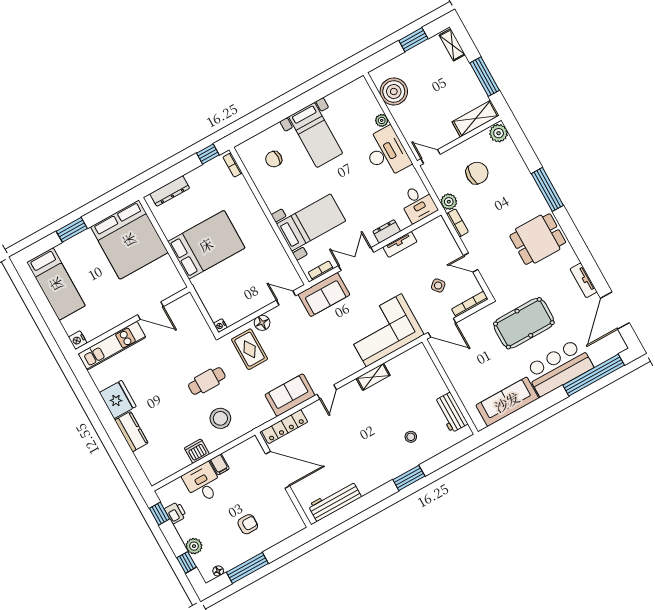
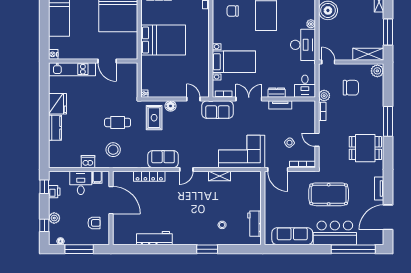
door: (278, 470) -> (111, 200), moved
wall: (283, 480) -> (111, 208), moved

